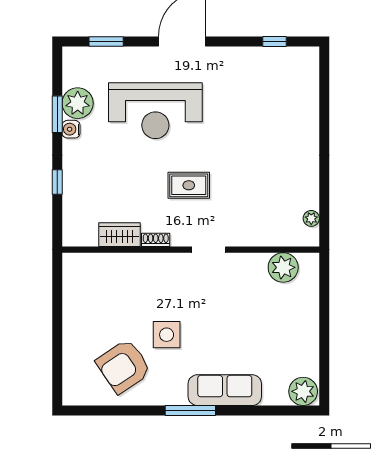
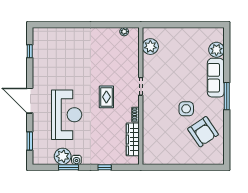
wardrobe: (119, 235) -> (133, 139), width x1.50
plant: (303, 391) -> (216, 50), moved

